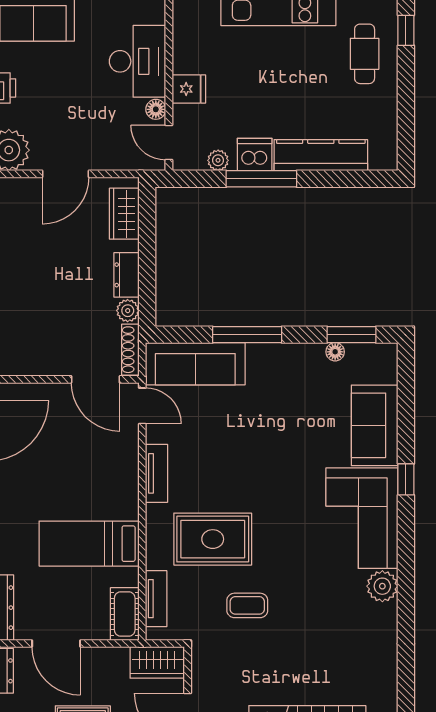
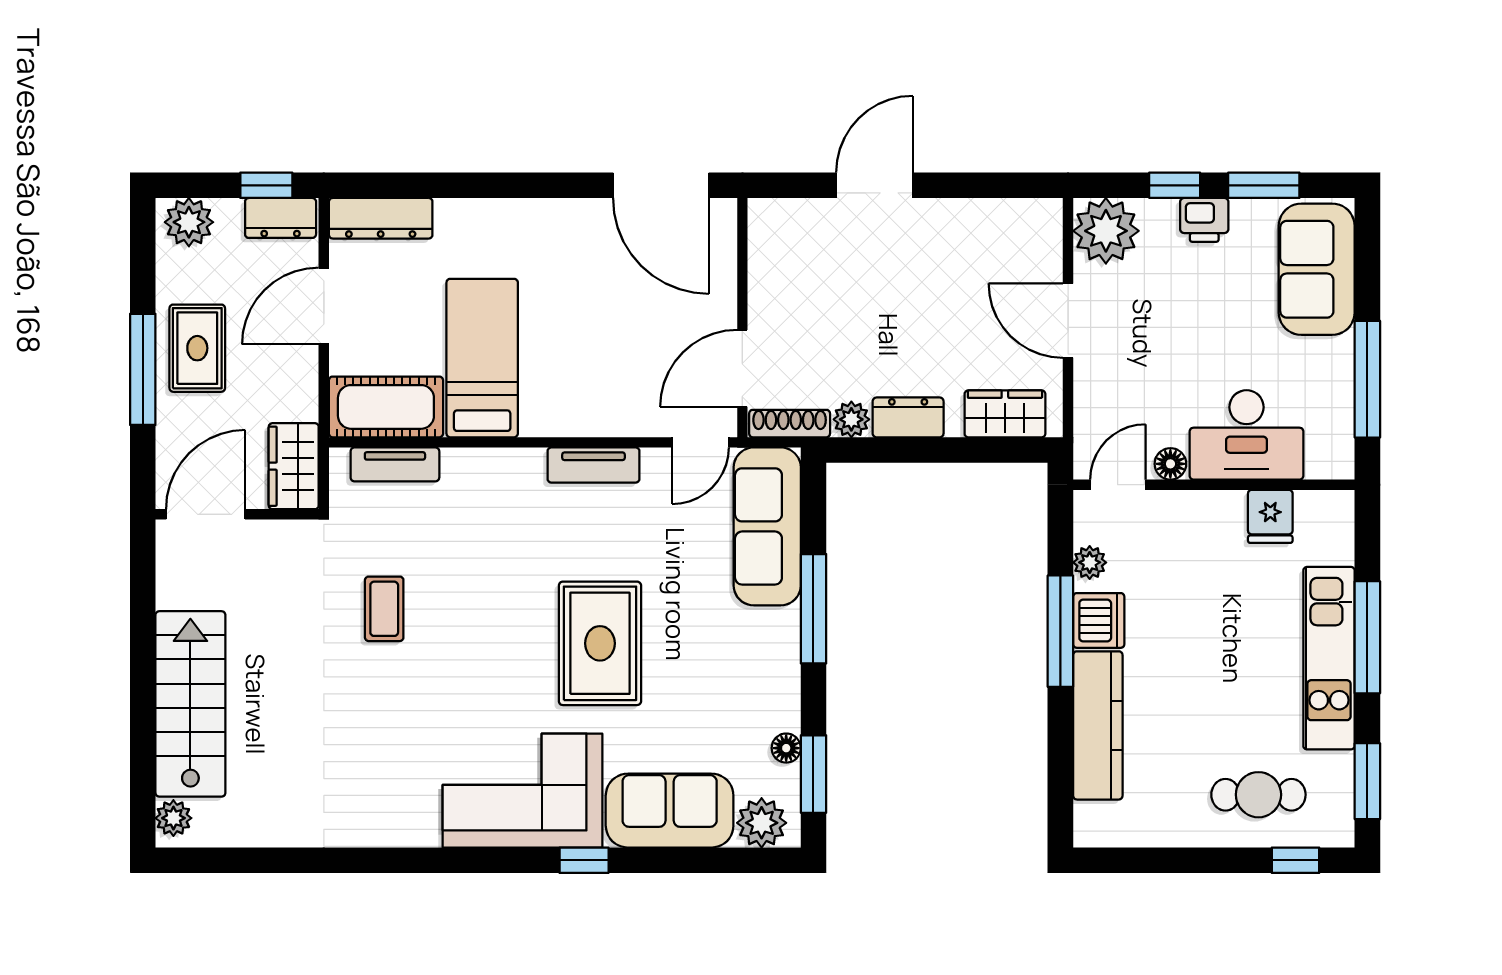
fridge: (189, 89) -> (1270, 516), moved
rug: (213, 539) -> (600, 643), moved
plant: (382, 586) -> (762, 823), moved
cot: (125, 614) -> (386, 407), width x1.37, depth x1.34

